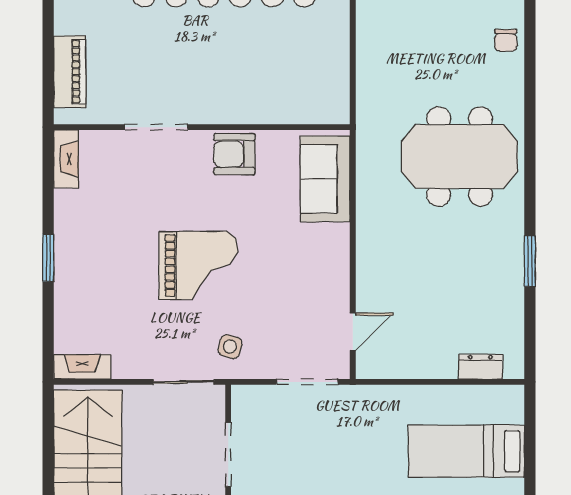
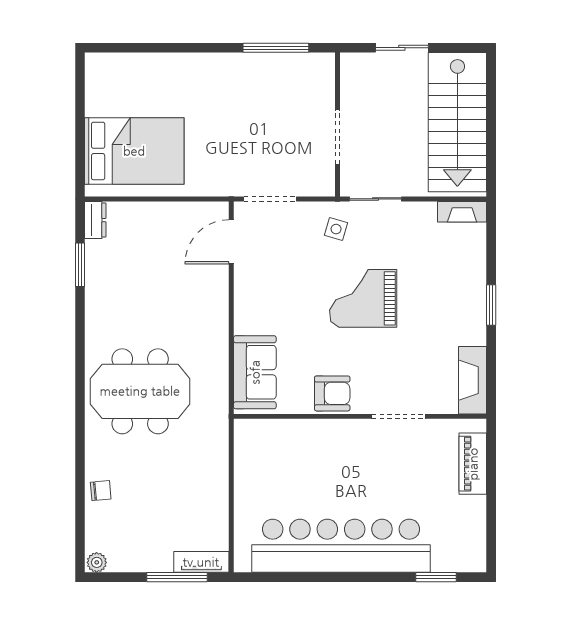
chair: (506, 40) -> (101, 491), turned 85
fireplace: (66, 159) -> (473, 380), width x1.37, depth x1.32
window: (530, 261) -> (80, 265), moved
door: (353, 332) -> (231, 242), width x1.38
dresser: (480, 367) -> (95, 220), moved, turned -90
bed: (466, 451) -> (134, 151), width x1.50

